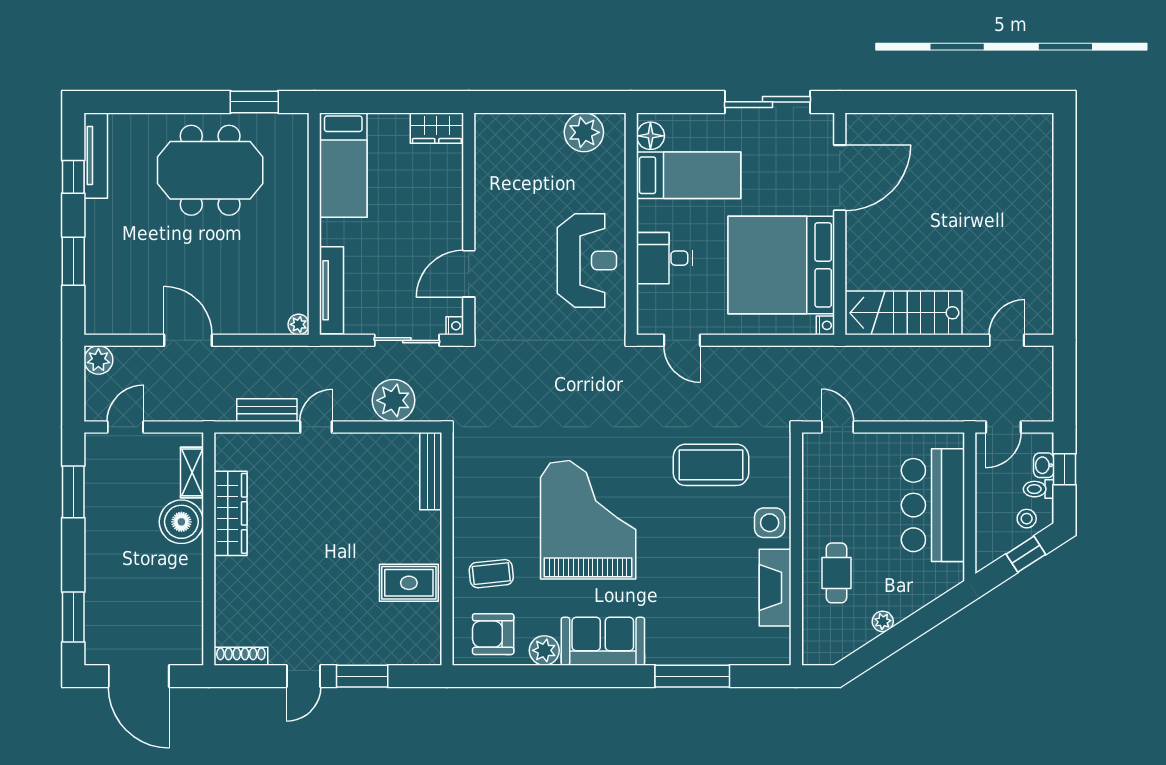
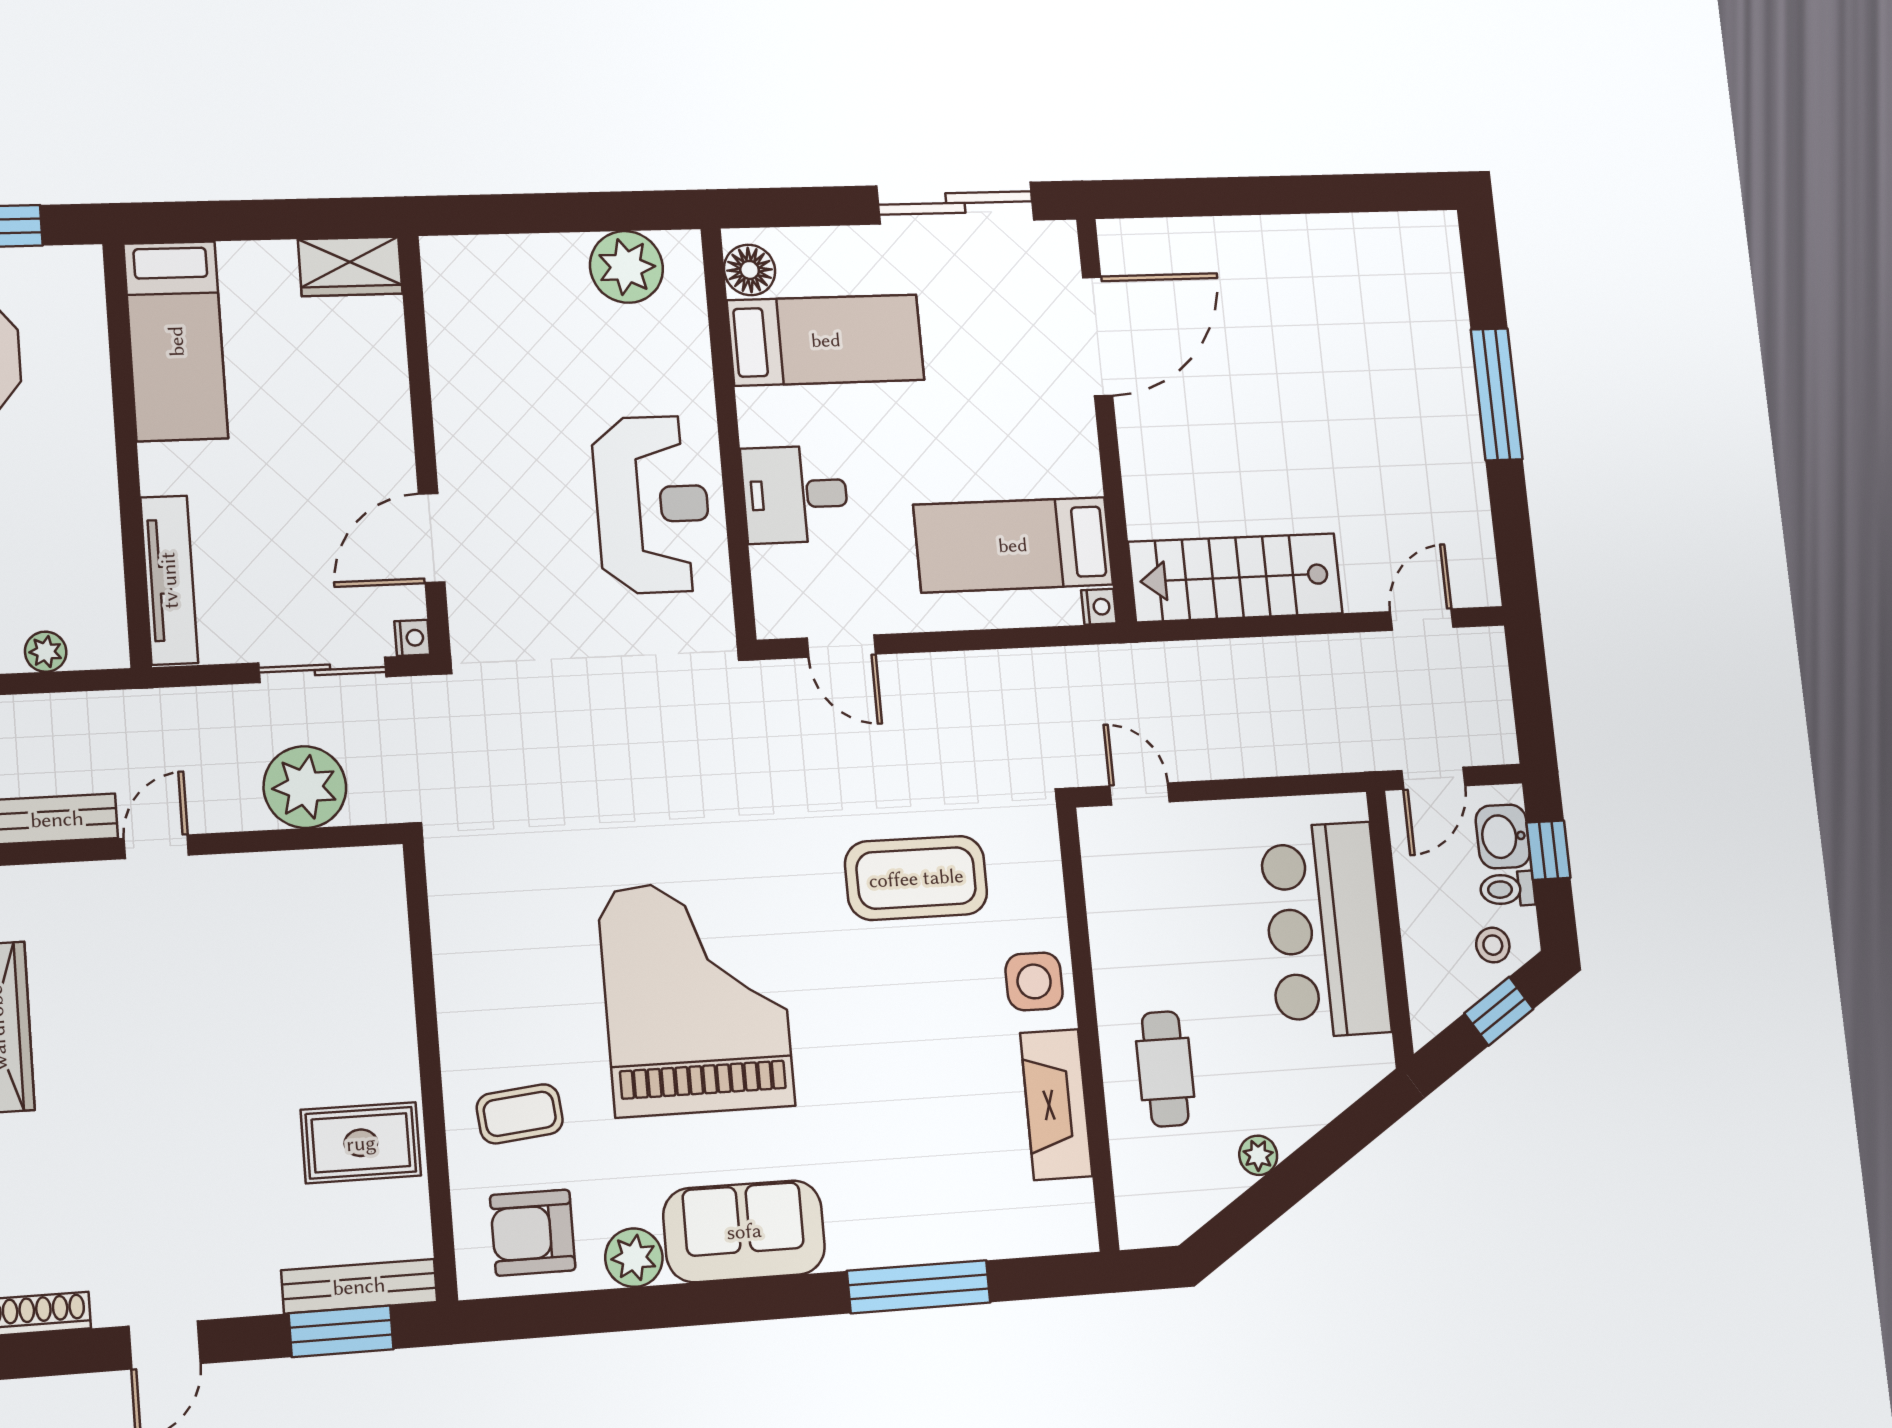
window: (1065, 217) -> (1497, 394), added
bed: (781, 265) -> (1013, 545), width x0.49
plant: (299, 324) -> (46, 652), moved
washbasin: (1044, 465) -> (1503, 836), width x1.38, depth x1.45
bench: (431, 471) -> (359, 1286), moved, turned 90
window: (362, 676) -> (341, 1331), moved

